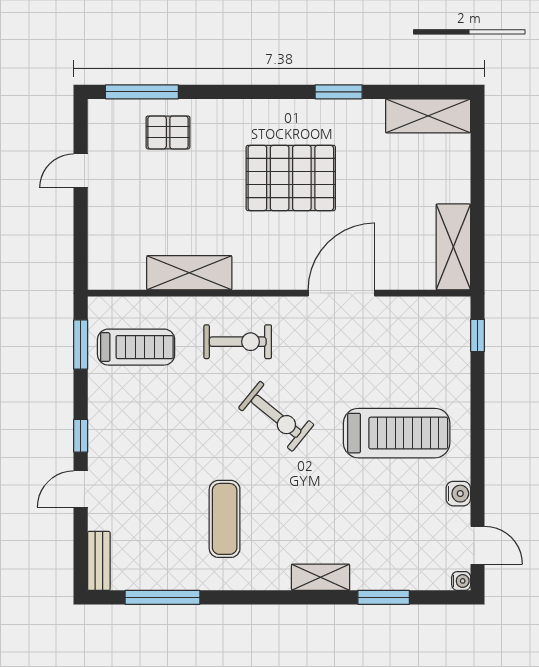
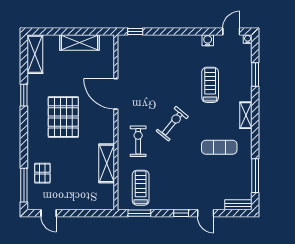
door: (81, 171) -> (49, 213), moved
shelving: (453, 247) -> (79, 43), moved
treadmill: (397, 433) -> (210, 85), moved, width x0.73, depth x0.73
shelving: (321, 577) -> (246, 115), moved

